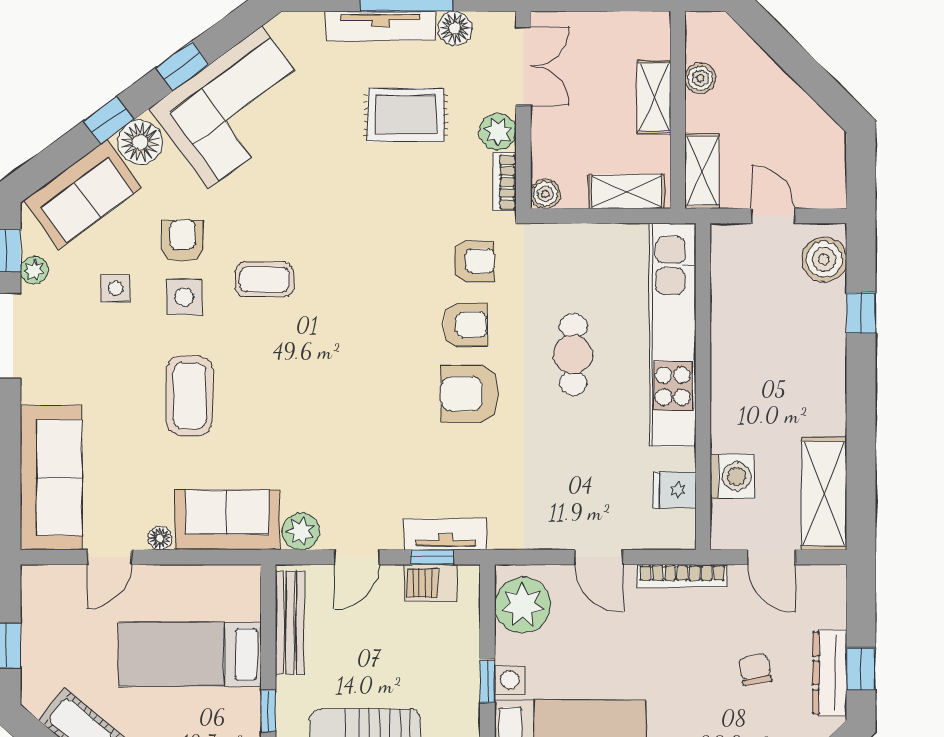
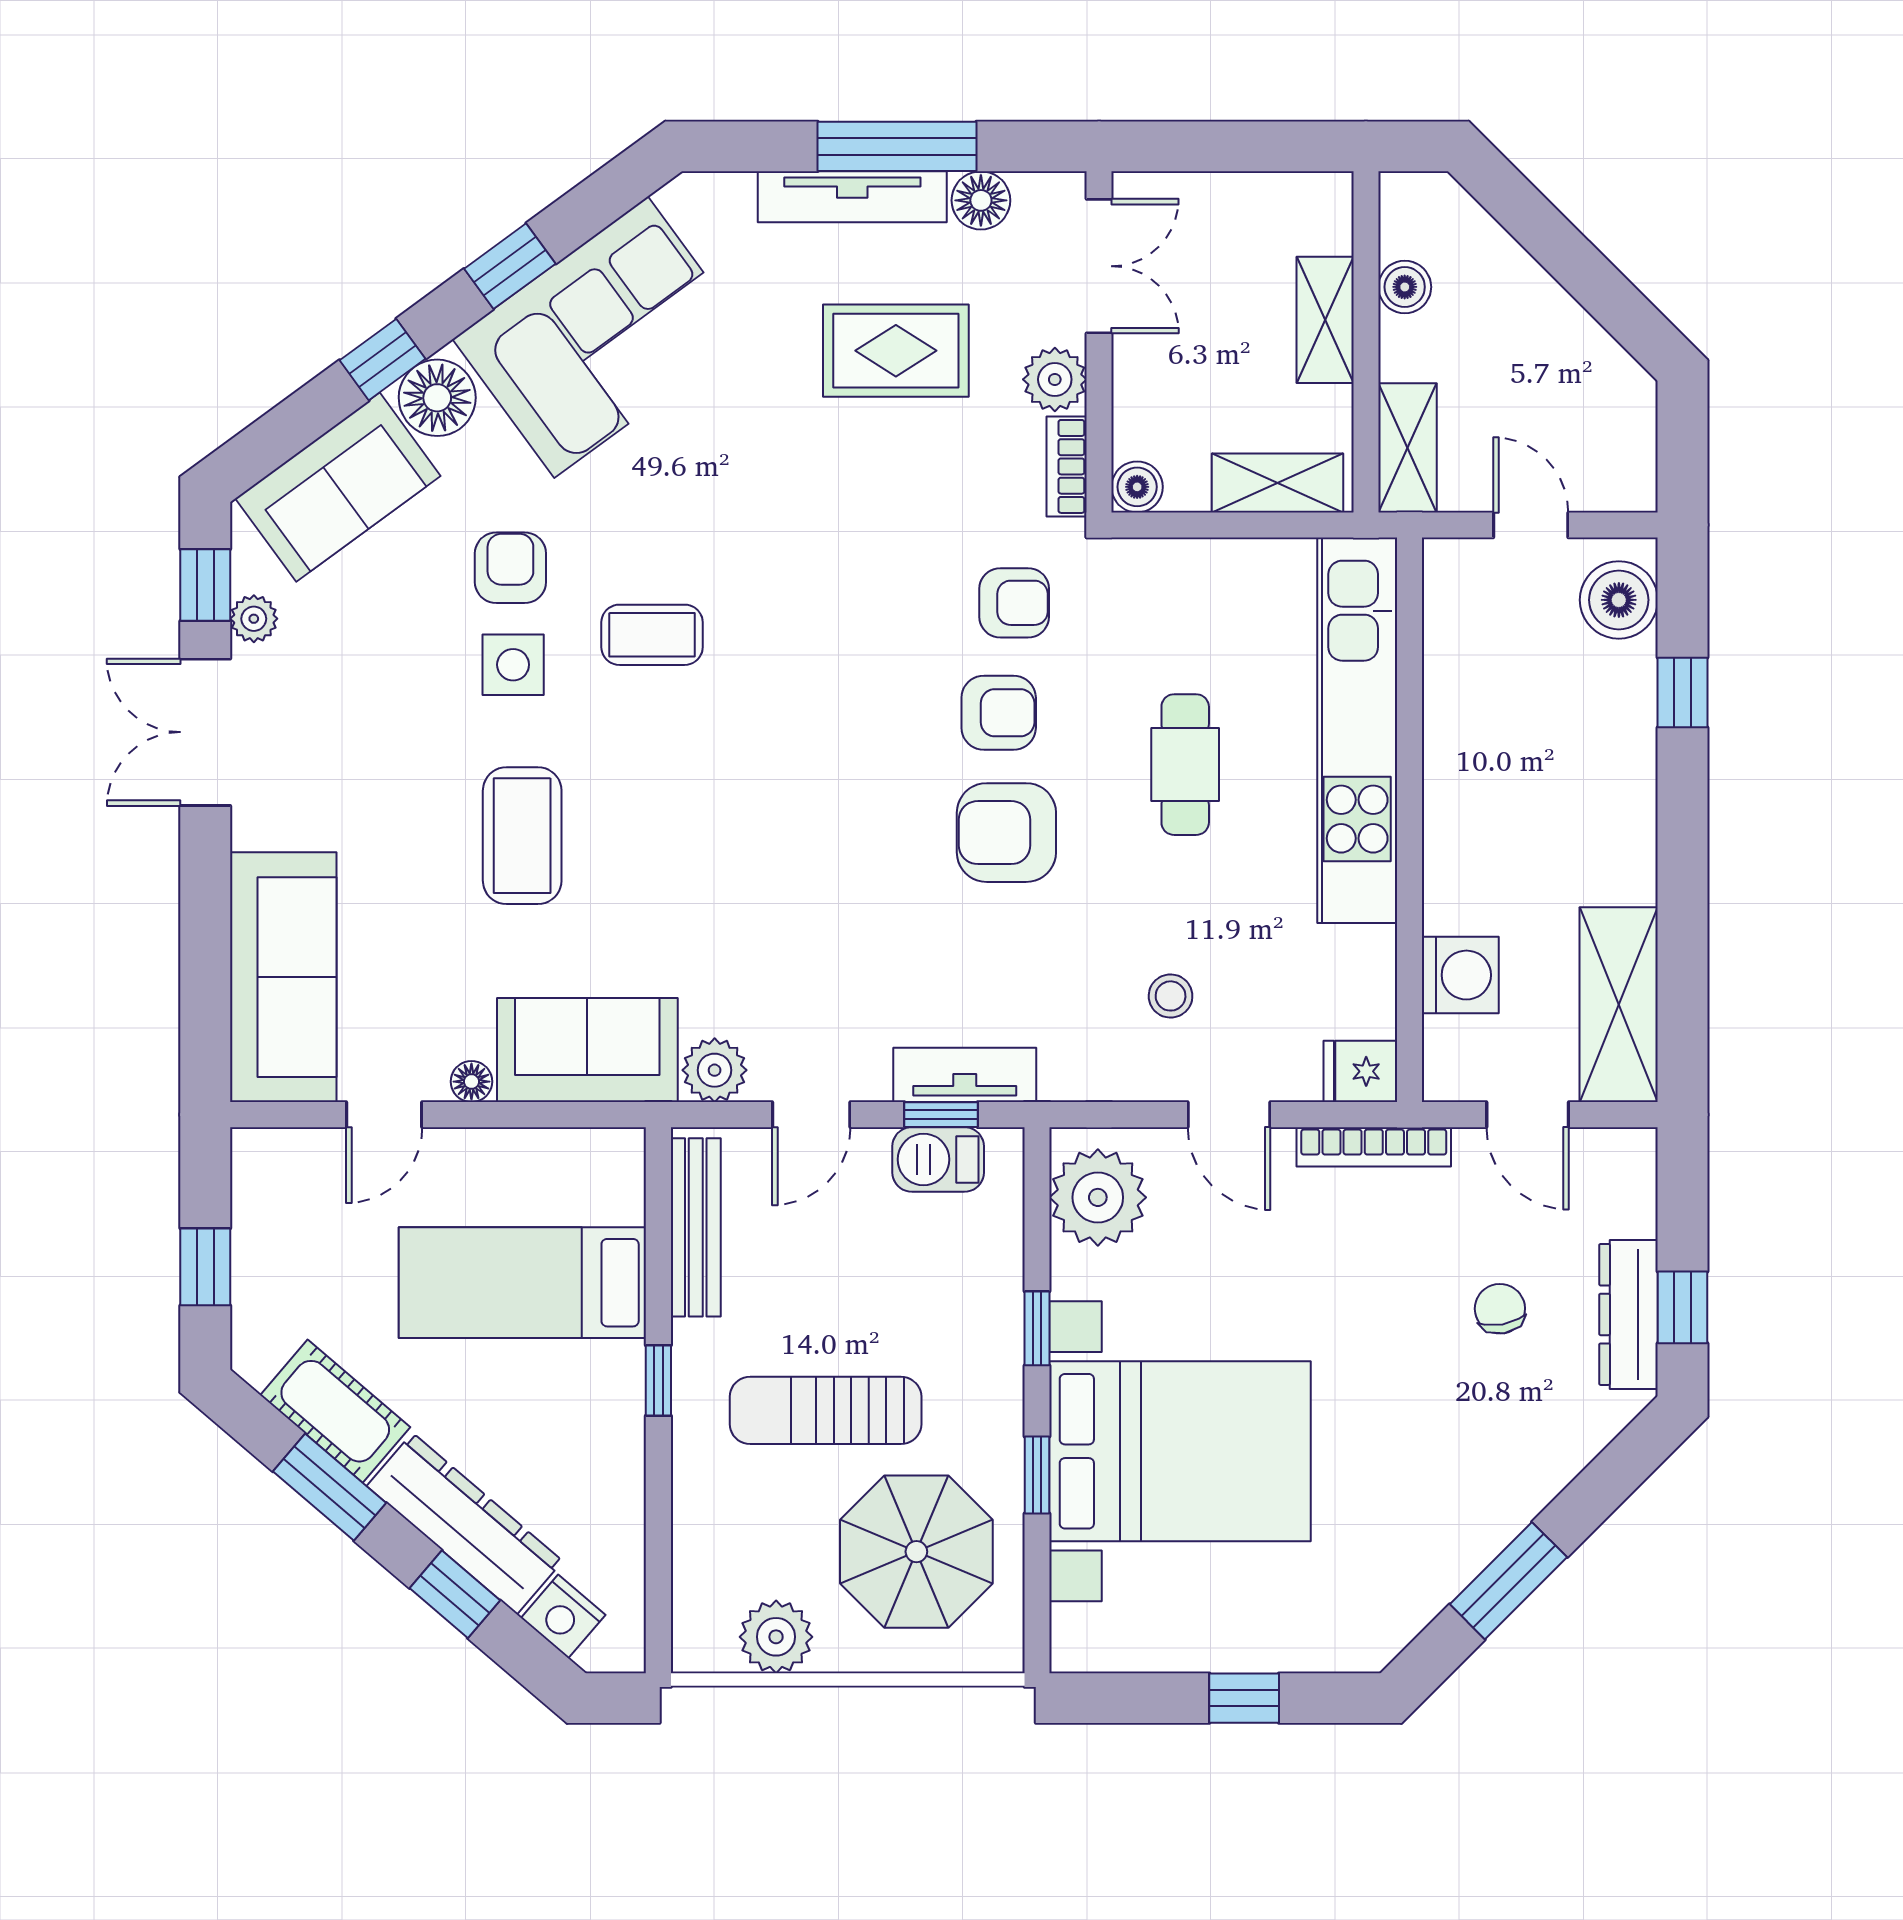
side table: (116, 288) -> (395, 650), removed
stool: (565, 488) -> (1171, 996), added
fridge: (675, 490) -> (1360, 1071), moved

